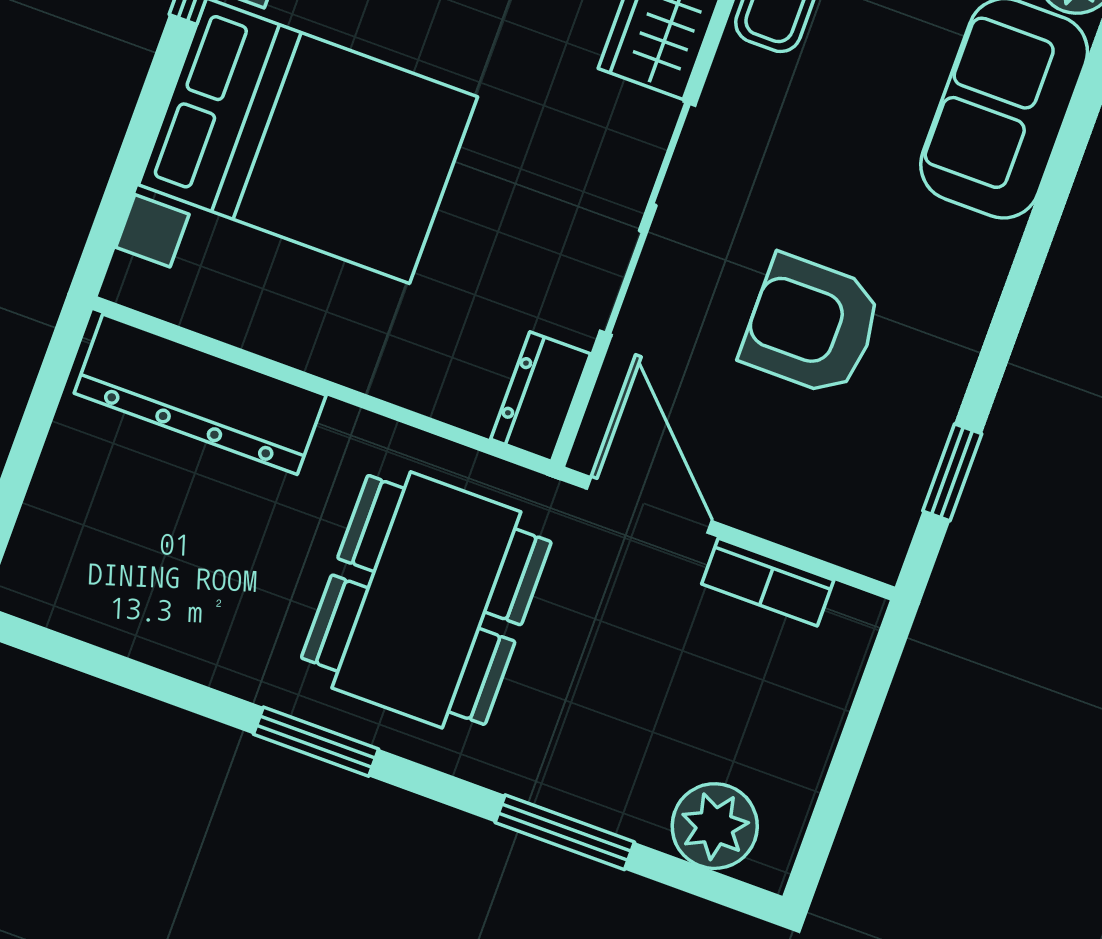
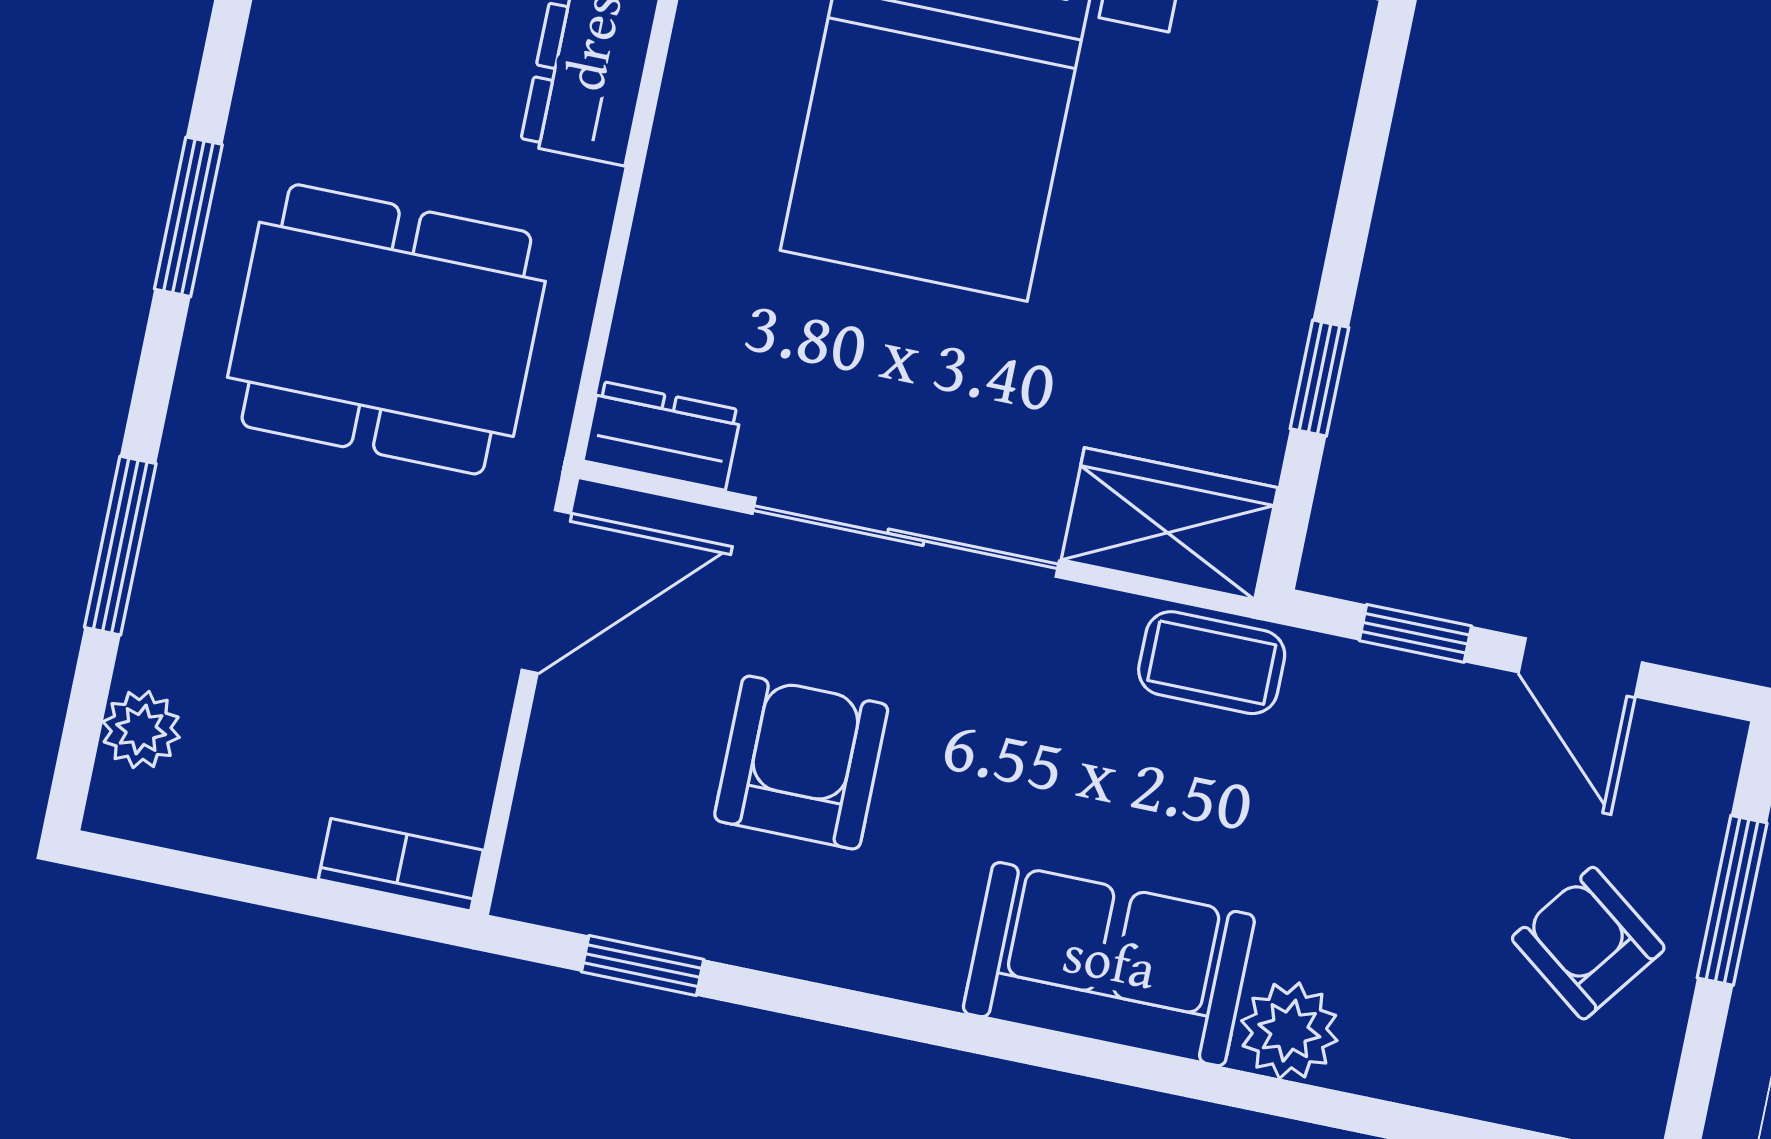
bookcase: (768, 582) -> (401, 865), moved, turned 90
plant: (715, 826) -> (141, 729), width x0.73, depth x0.73

